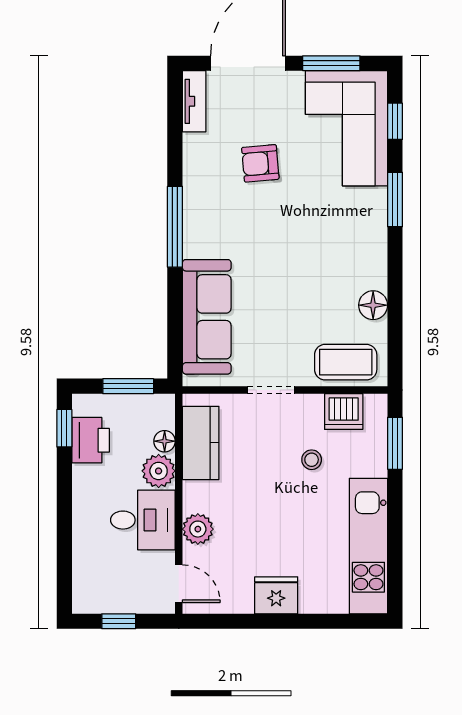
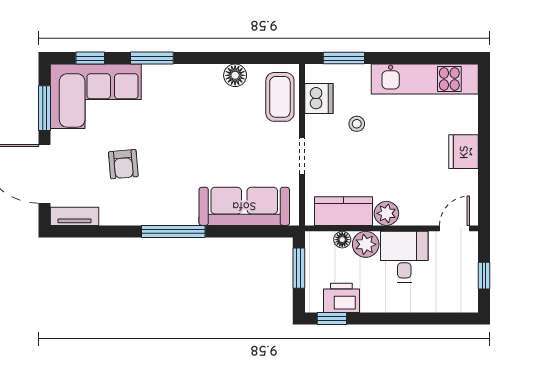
plant: (198, 529) -> (386, 213), moved

